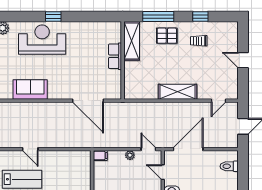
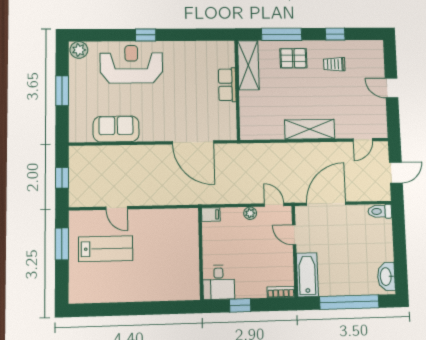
toilet: (229, 166) -> (380, 211), moved

